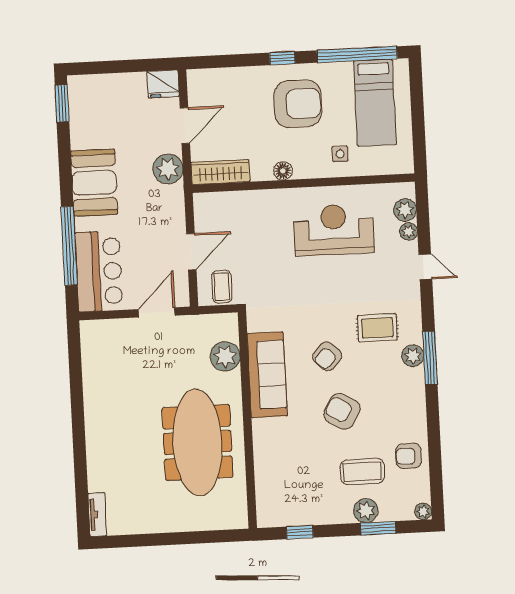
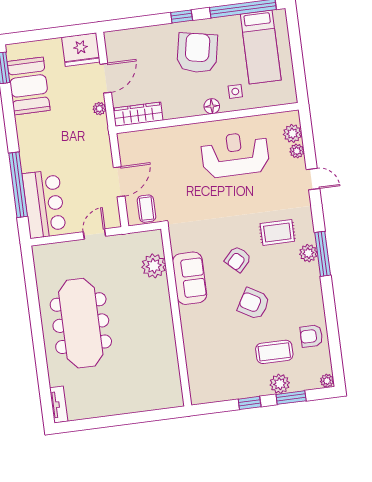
fridge: (163, 84) -> (81, 50), width x1.36, depth x1.34
armchair: (298, 104) -> (197, 53), turned -79
plant: (168, 169) -> (99, 109), width x0.53, depth x0.53
floor lamp: (283, 171) -> (212, 106), moved
booth: (94, 183) -> (29, 86), moved
door: (157, 312) -> (94, 234), width x0.73
sofa: (267, 375) -> (190, 278), width x0.73
meeting table: (198, 442) -> (81, 323), moved
window: (300, 532) -> (250, 403), moved

